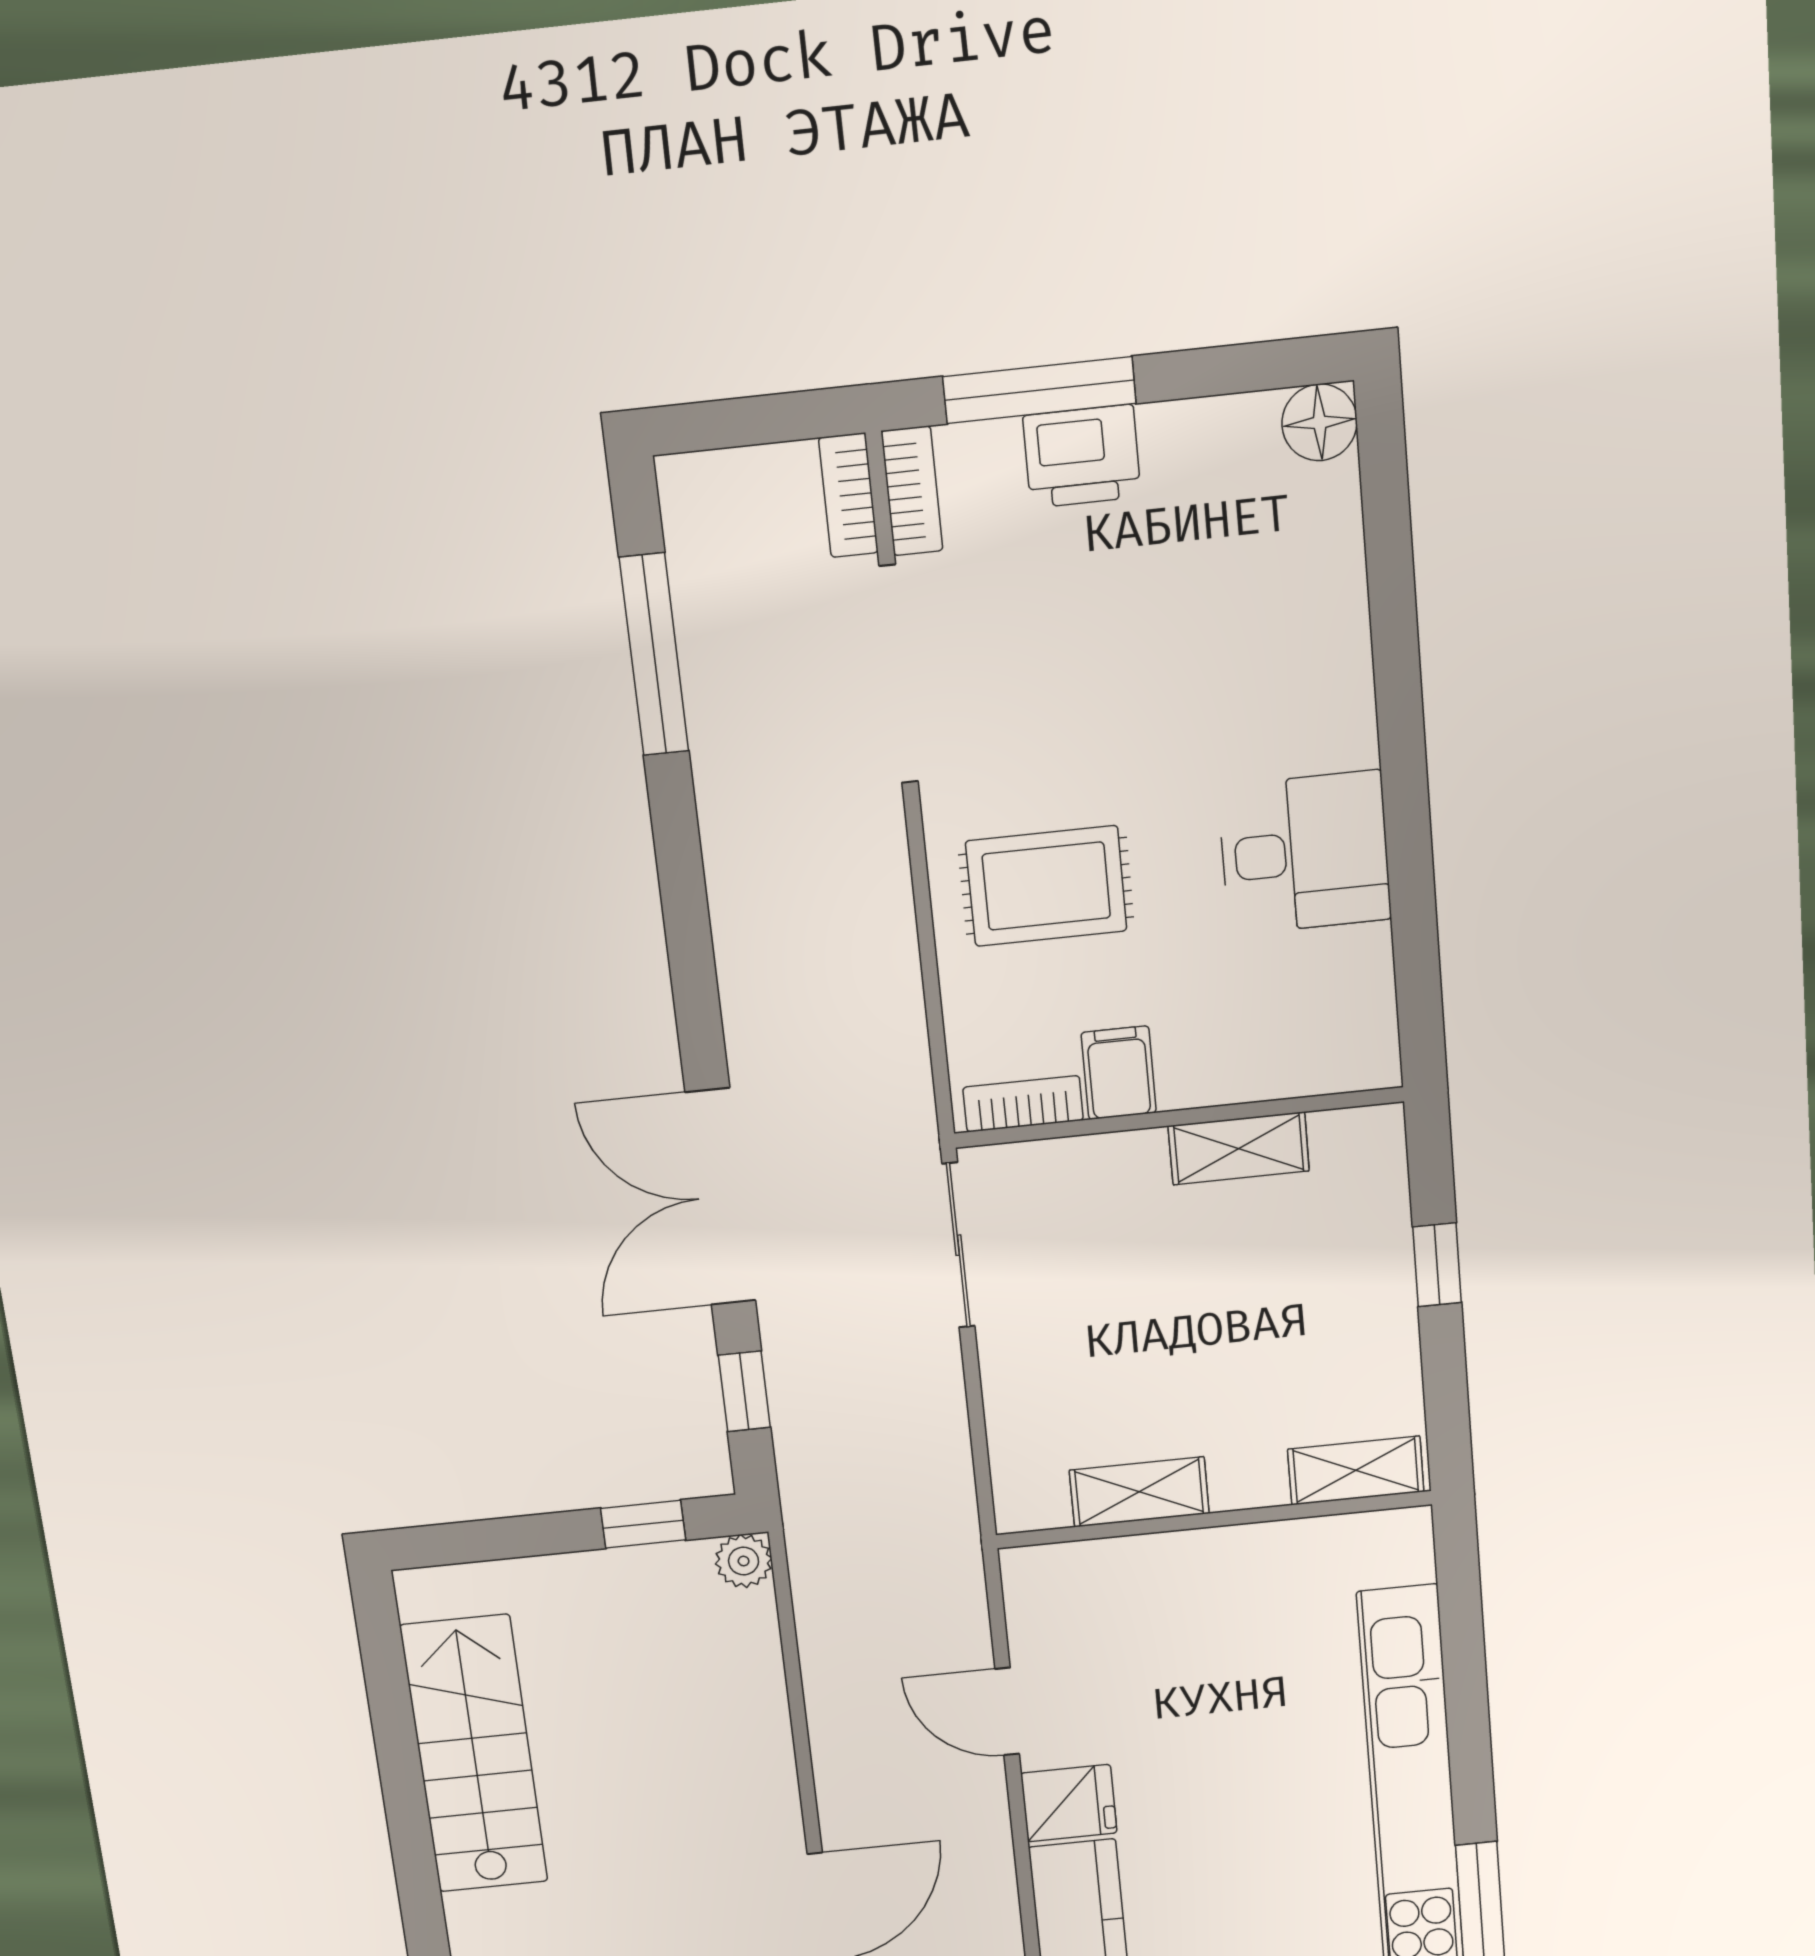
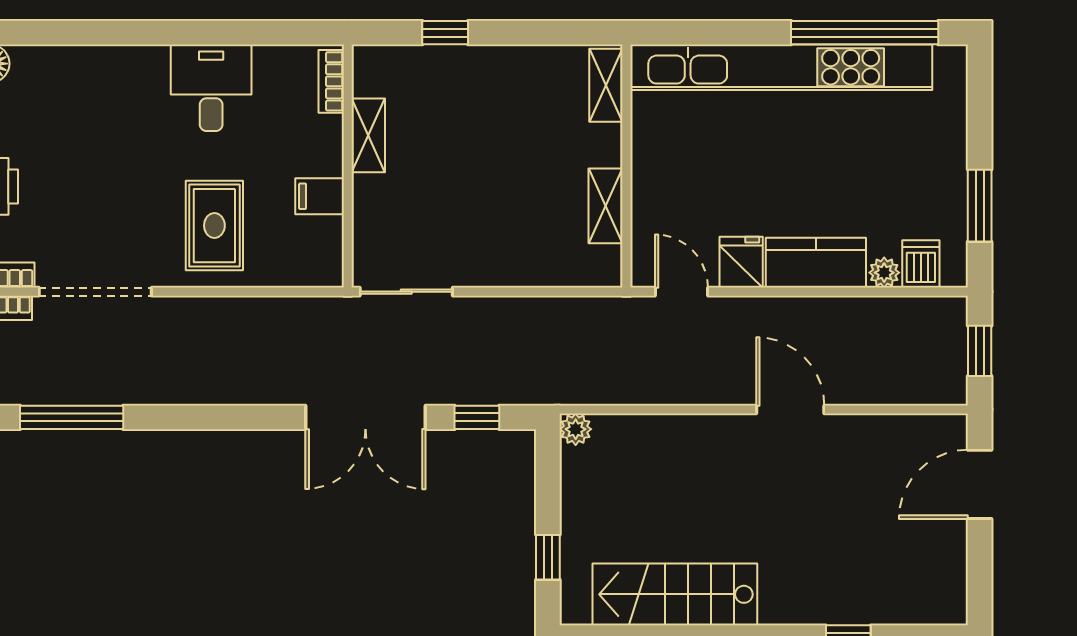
bookcase: (1023, 1104) -> (331, 81), moved
shelving: (1356, 1470) -> (606, 85), moved
shelving: (1139, 1492) -> (606, 206), moved
wall: (1214, 1520) -> (626, 166), moved
window: (643, 1524) -> (548, 557), moved
door: (1007, 1711) -> (681, 292), swing flipped

